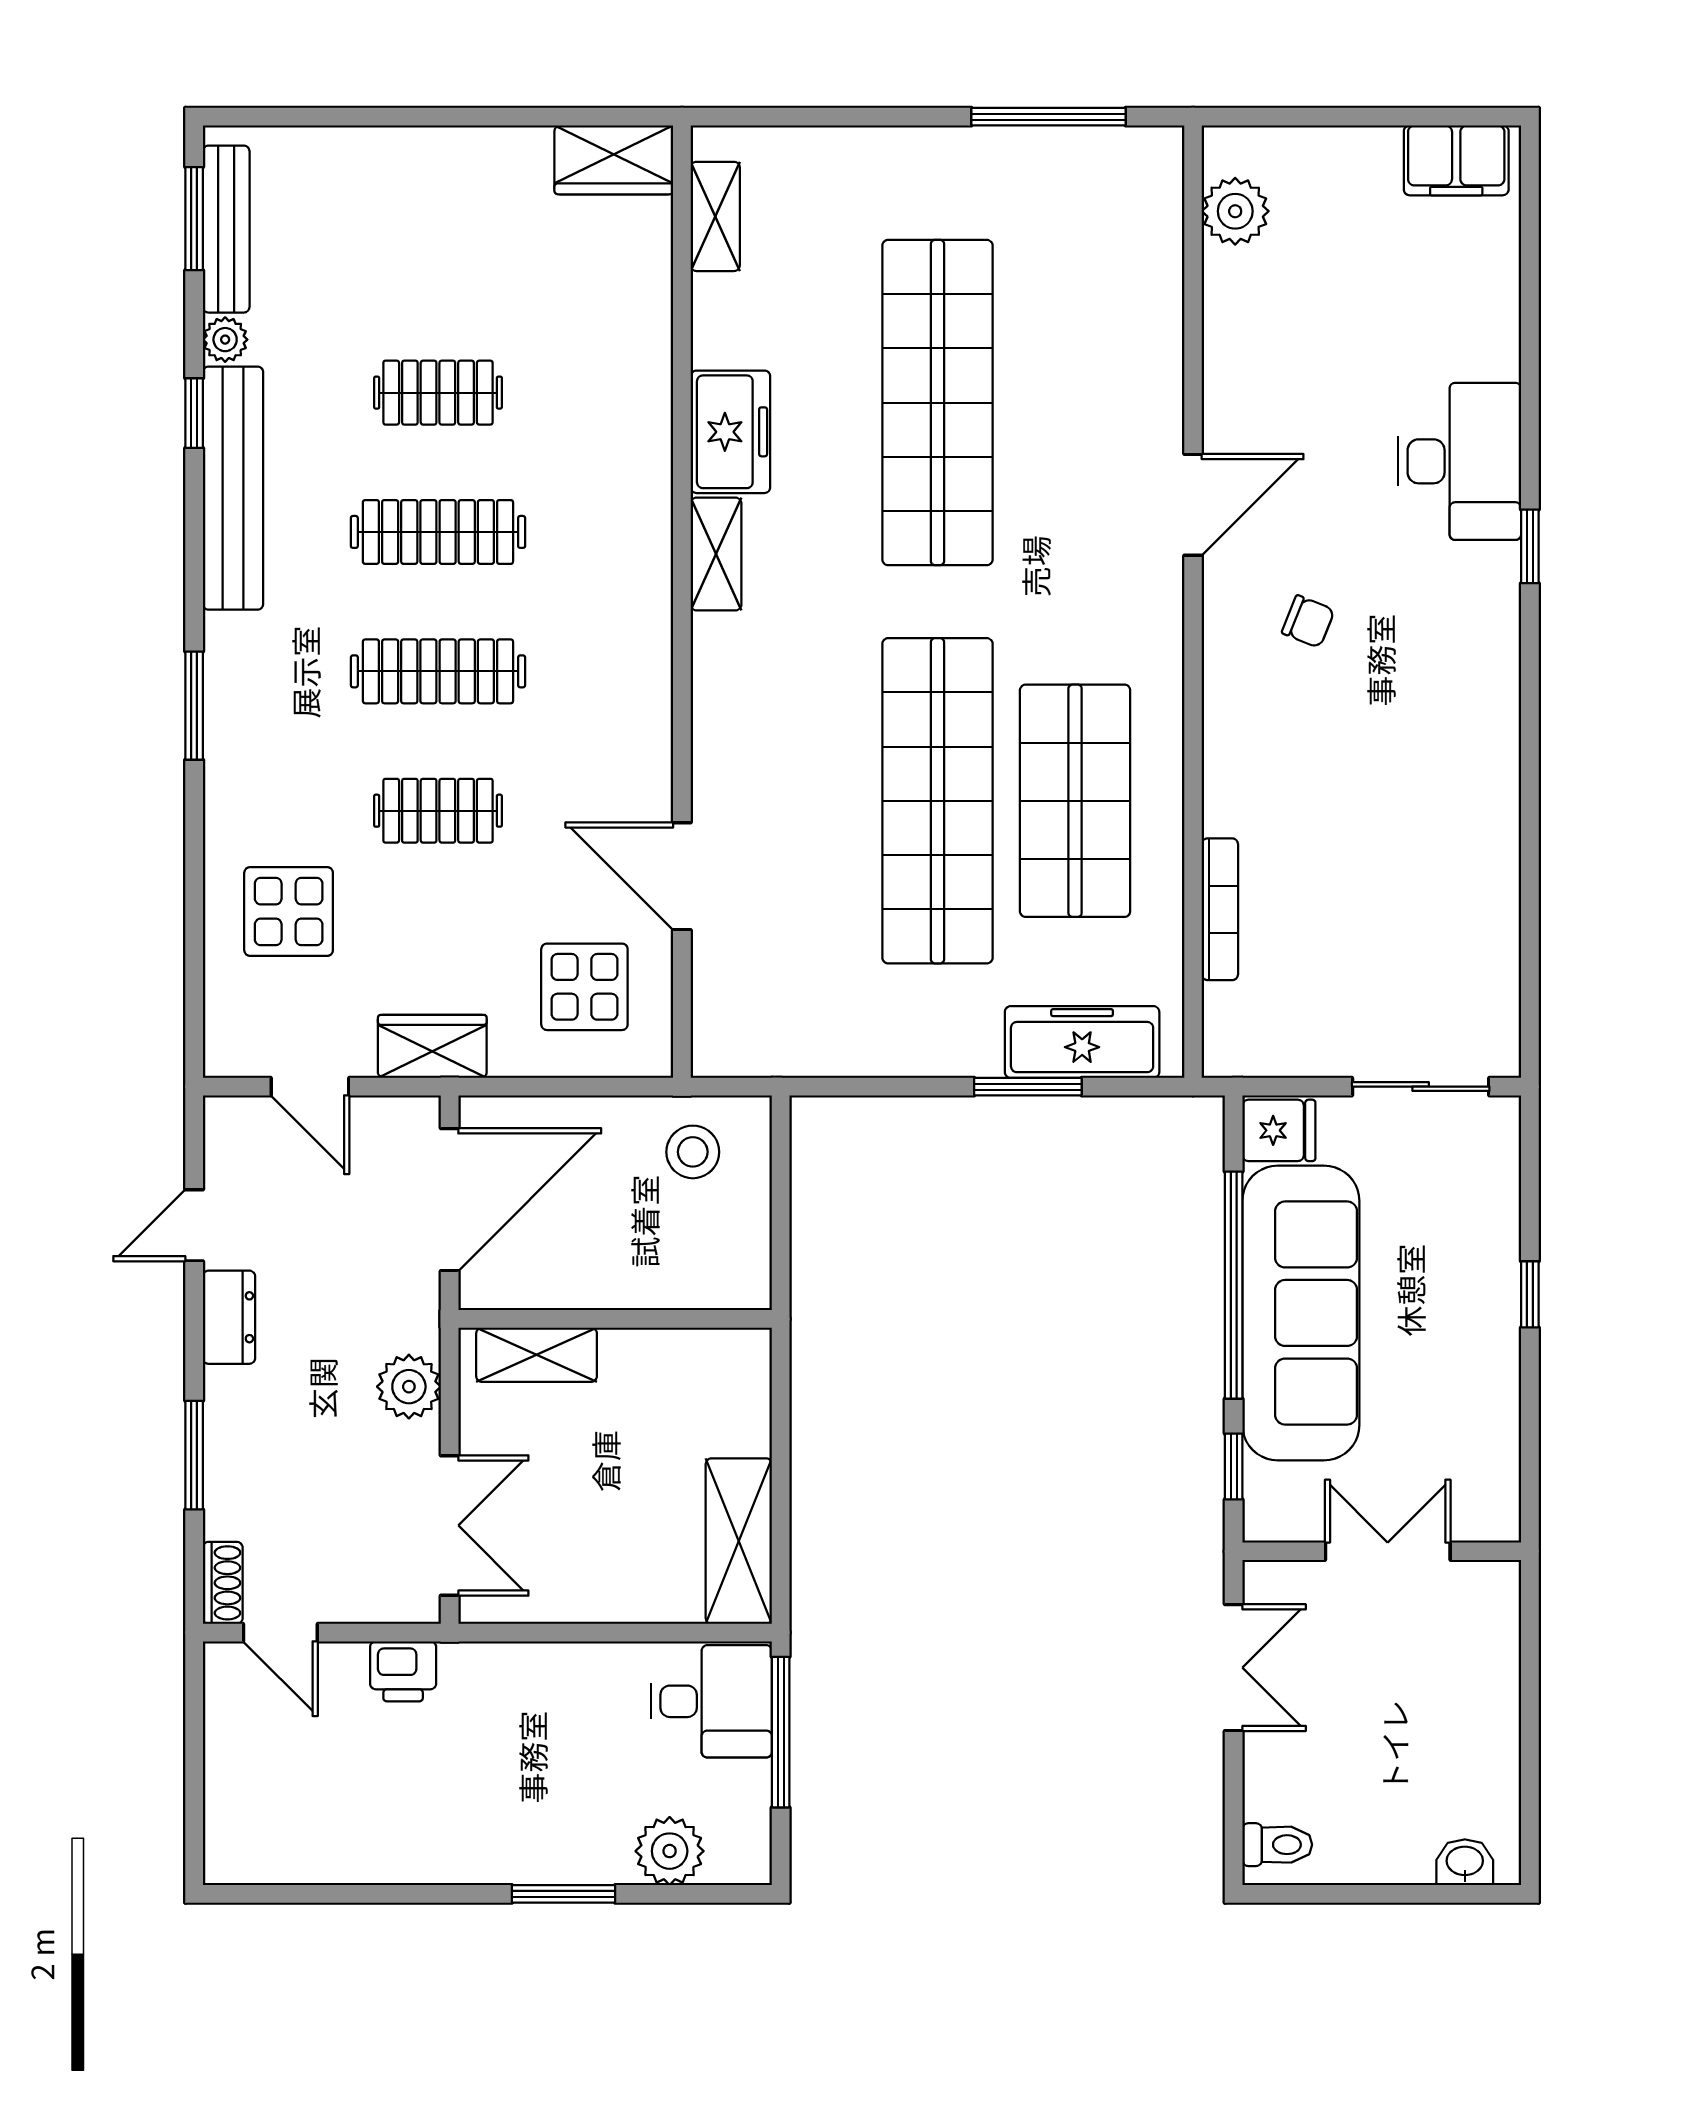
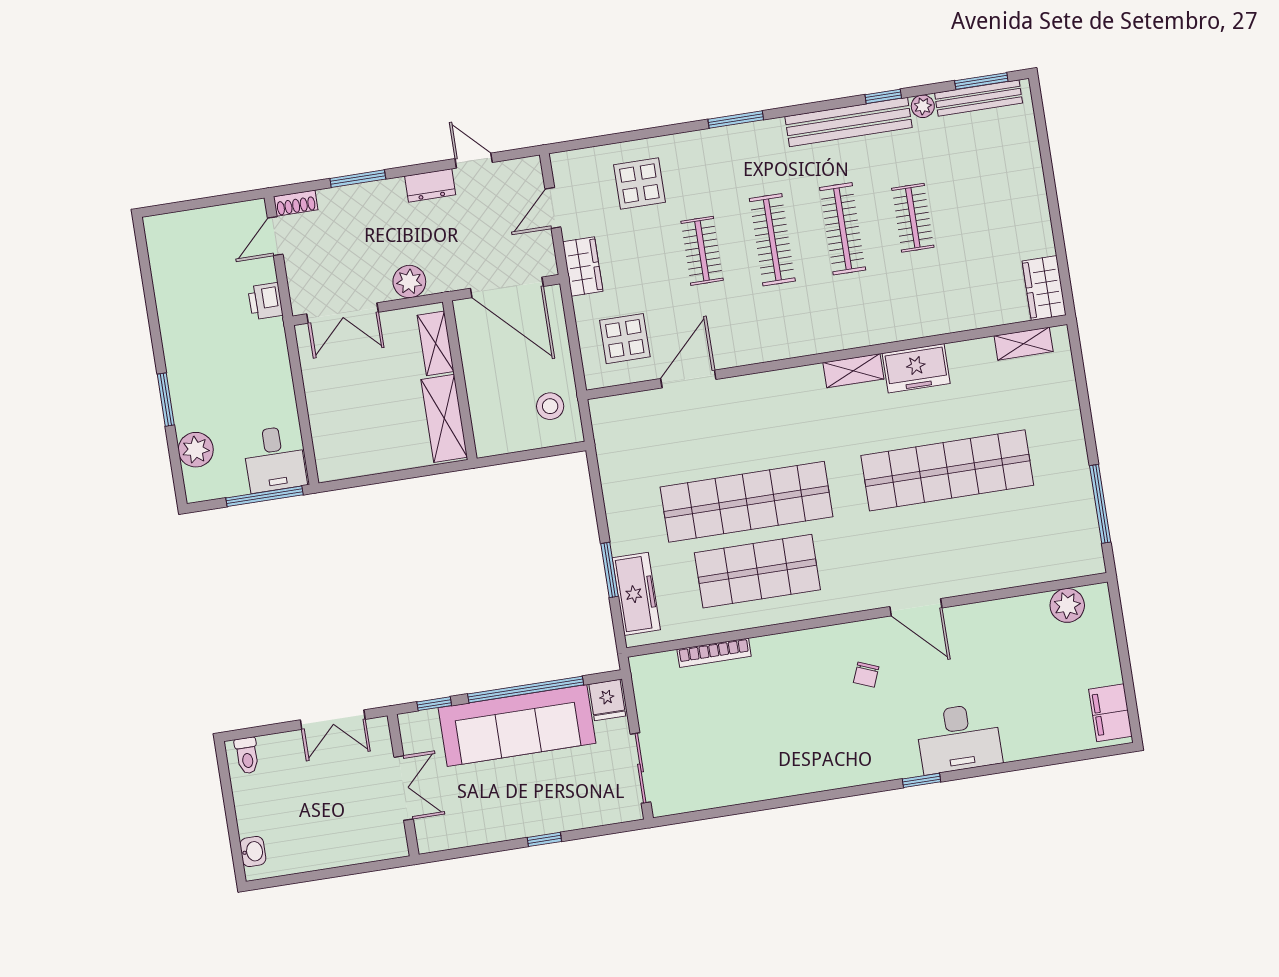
shelving: (739, 1541) -> (444, 418), moved, turned 90

